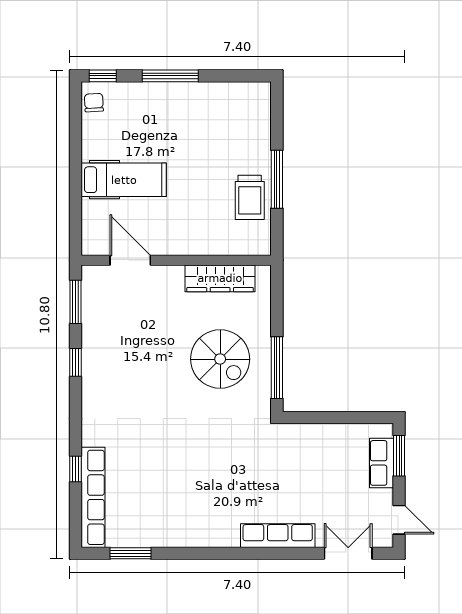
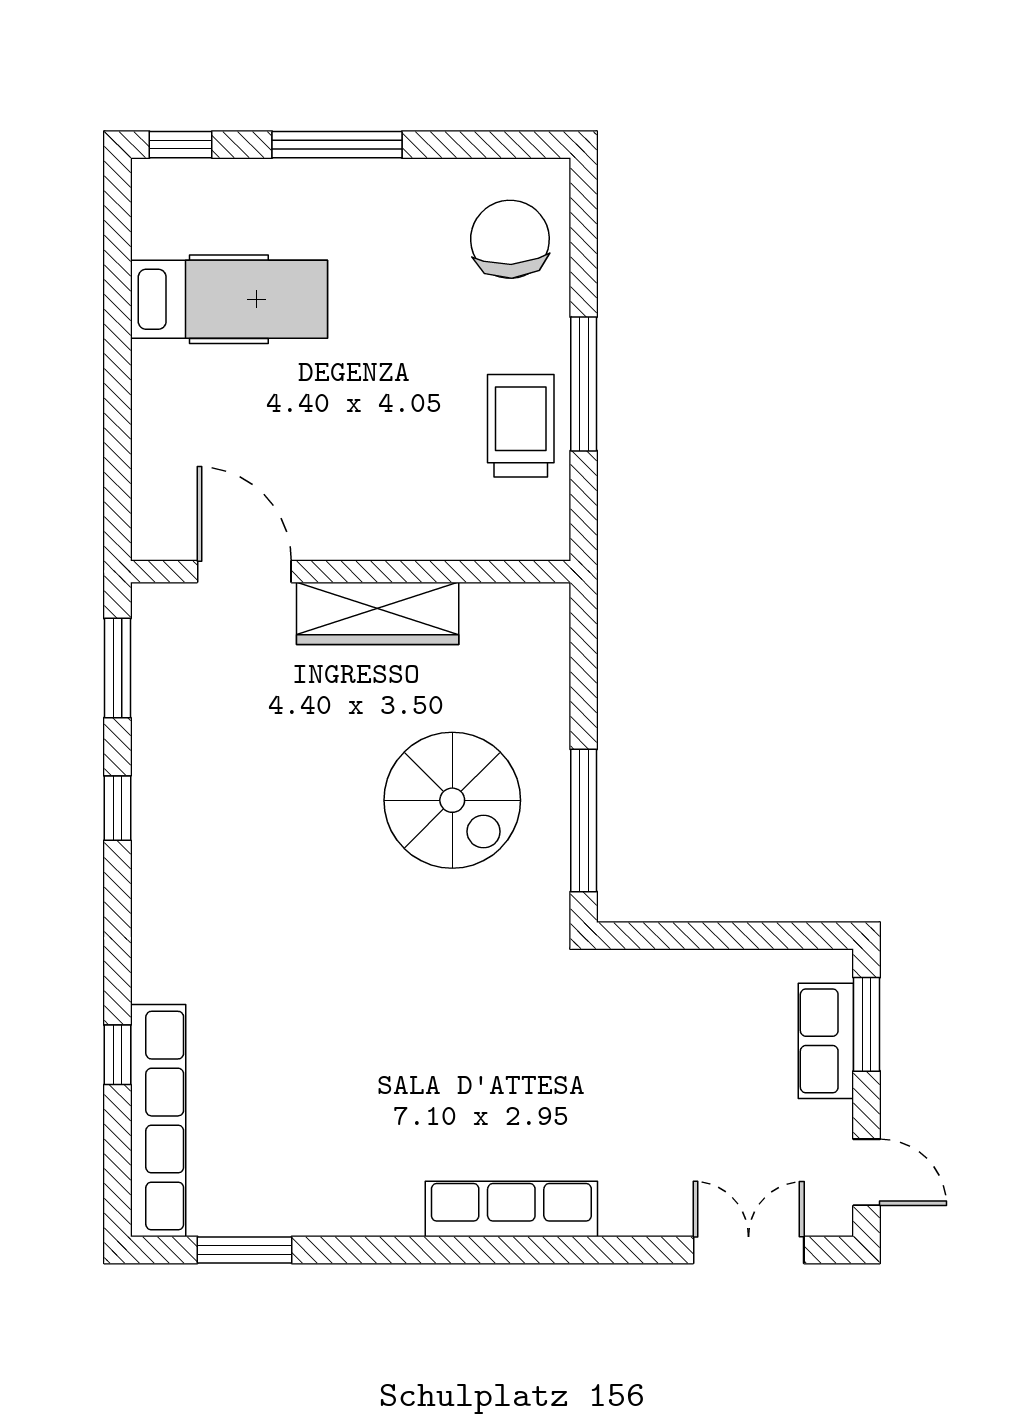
chair: (94, 103) -> (510, 239), moved, width x1.87, depth x1.87
hospital bed: (124, 180) -> (229, 299), moved
trolley: (250, 197) -> (521, 426), turned 180
wardrobe: (220, 278) -> (378, 613), moved
row of seats: (278, 536) -> (511, 1209), moved

